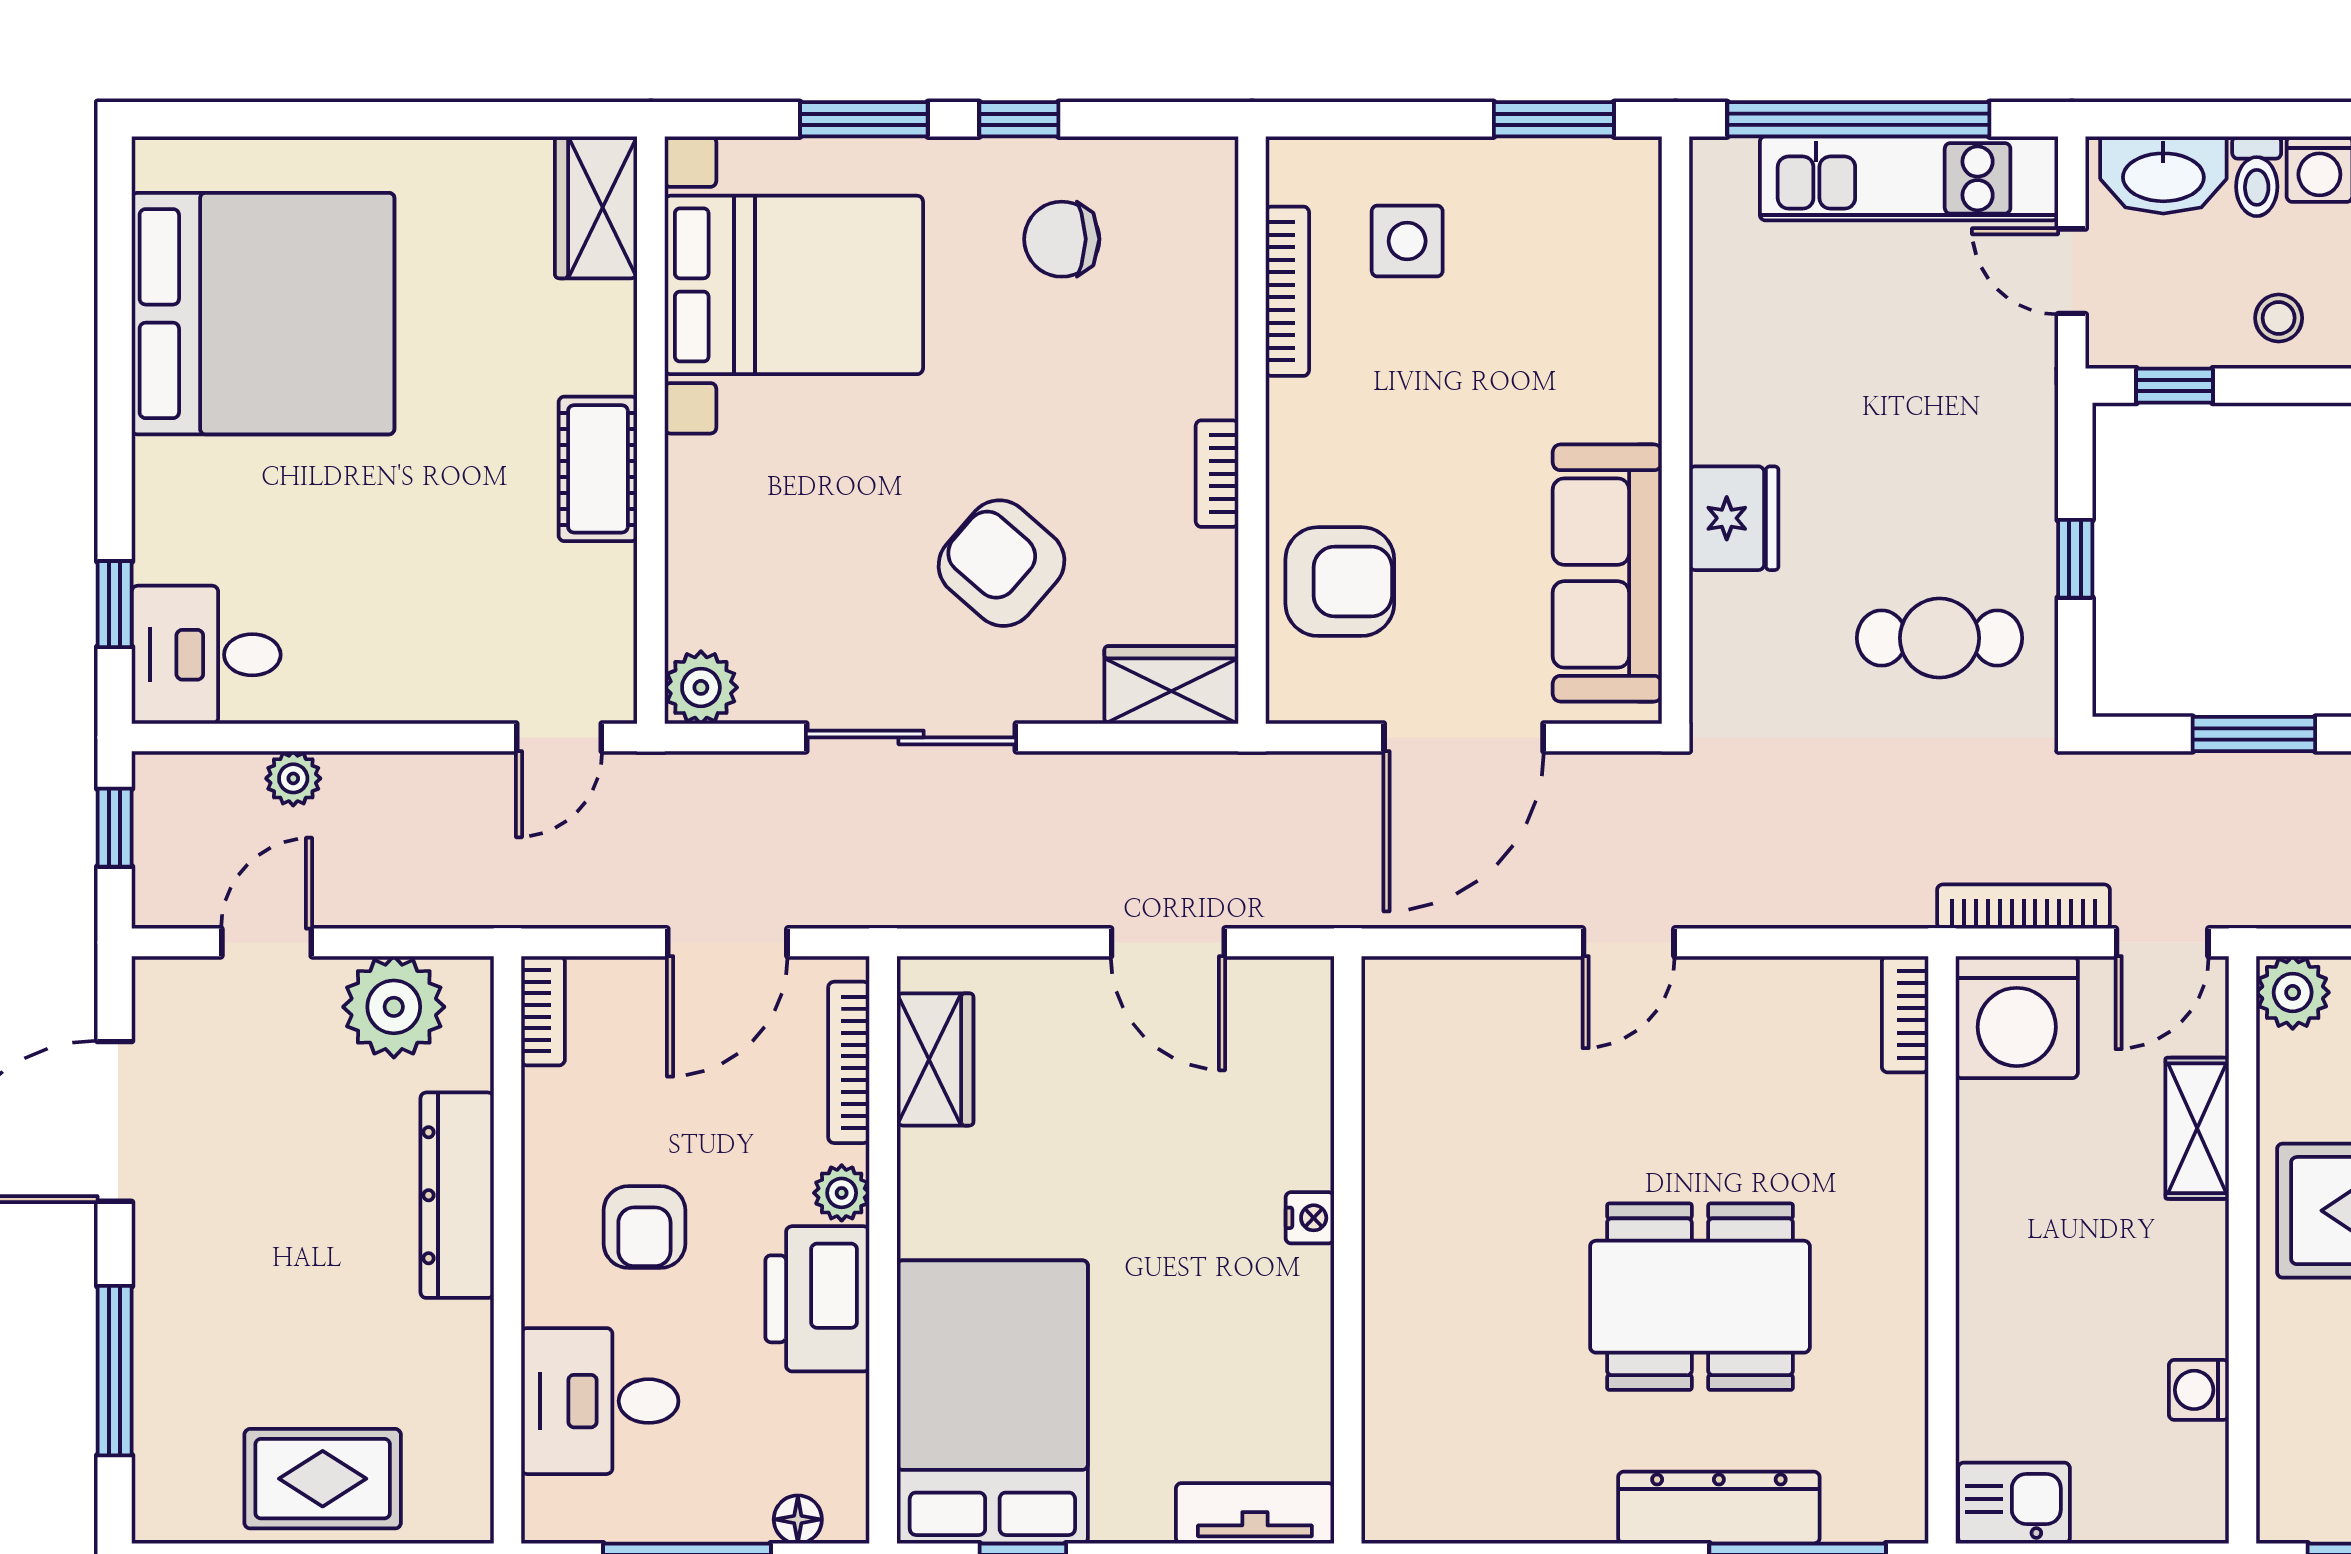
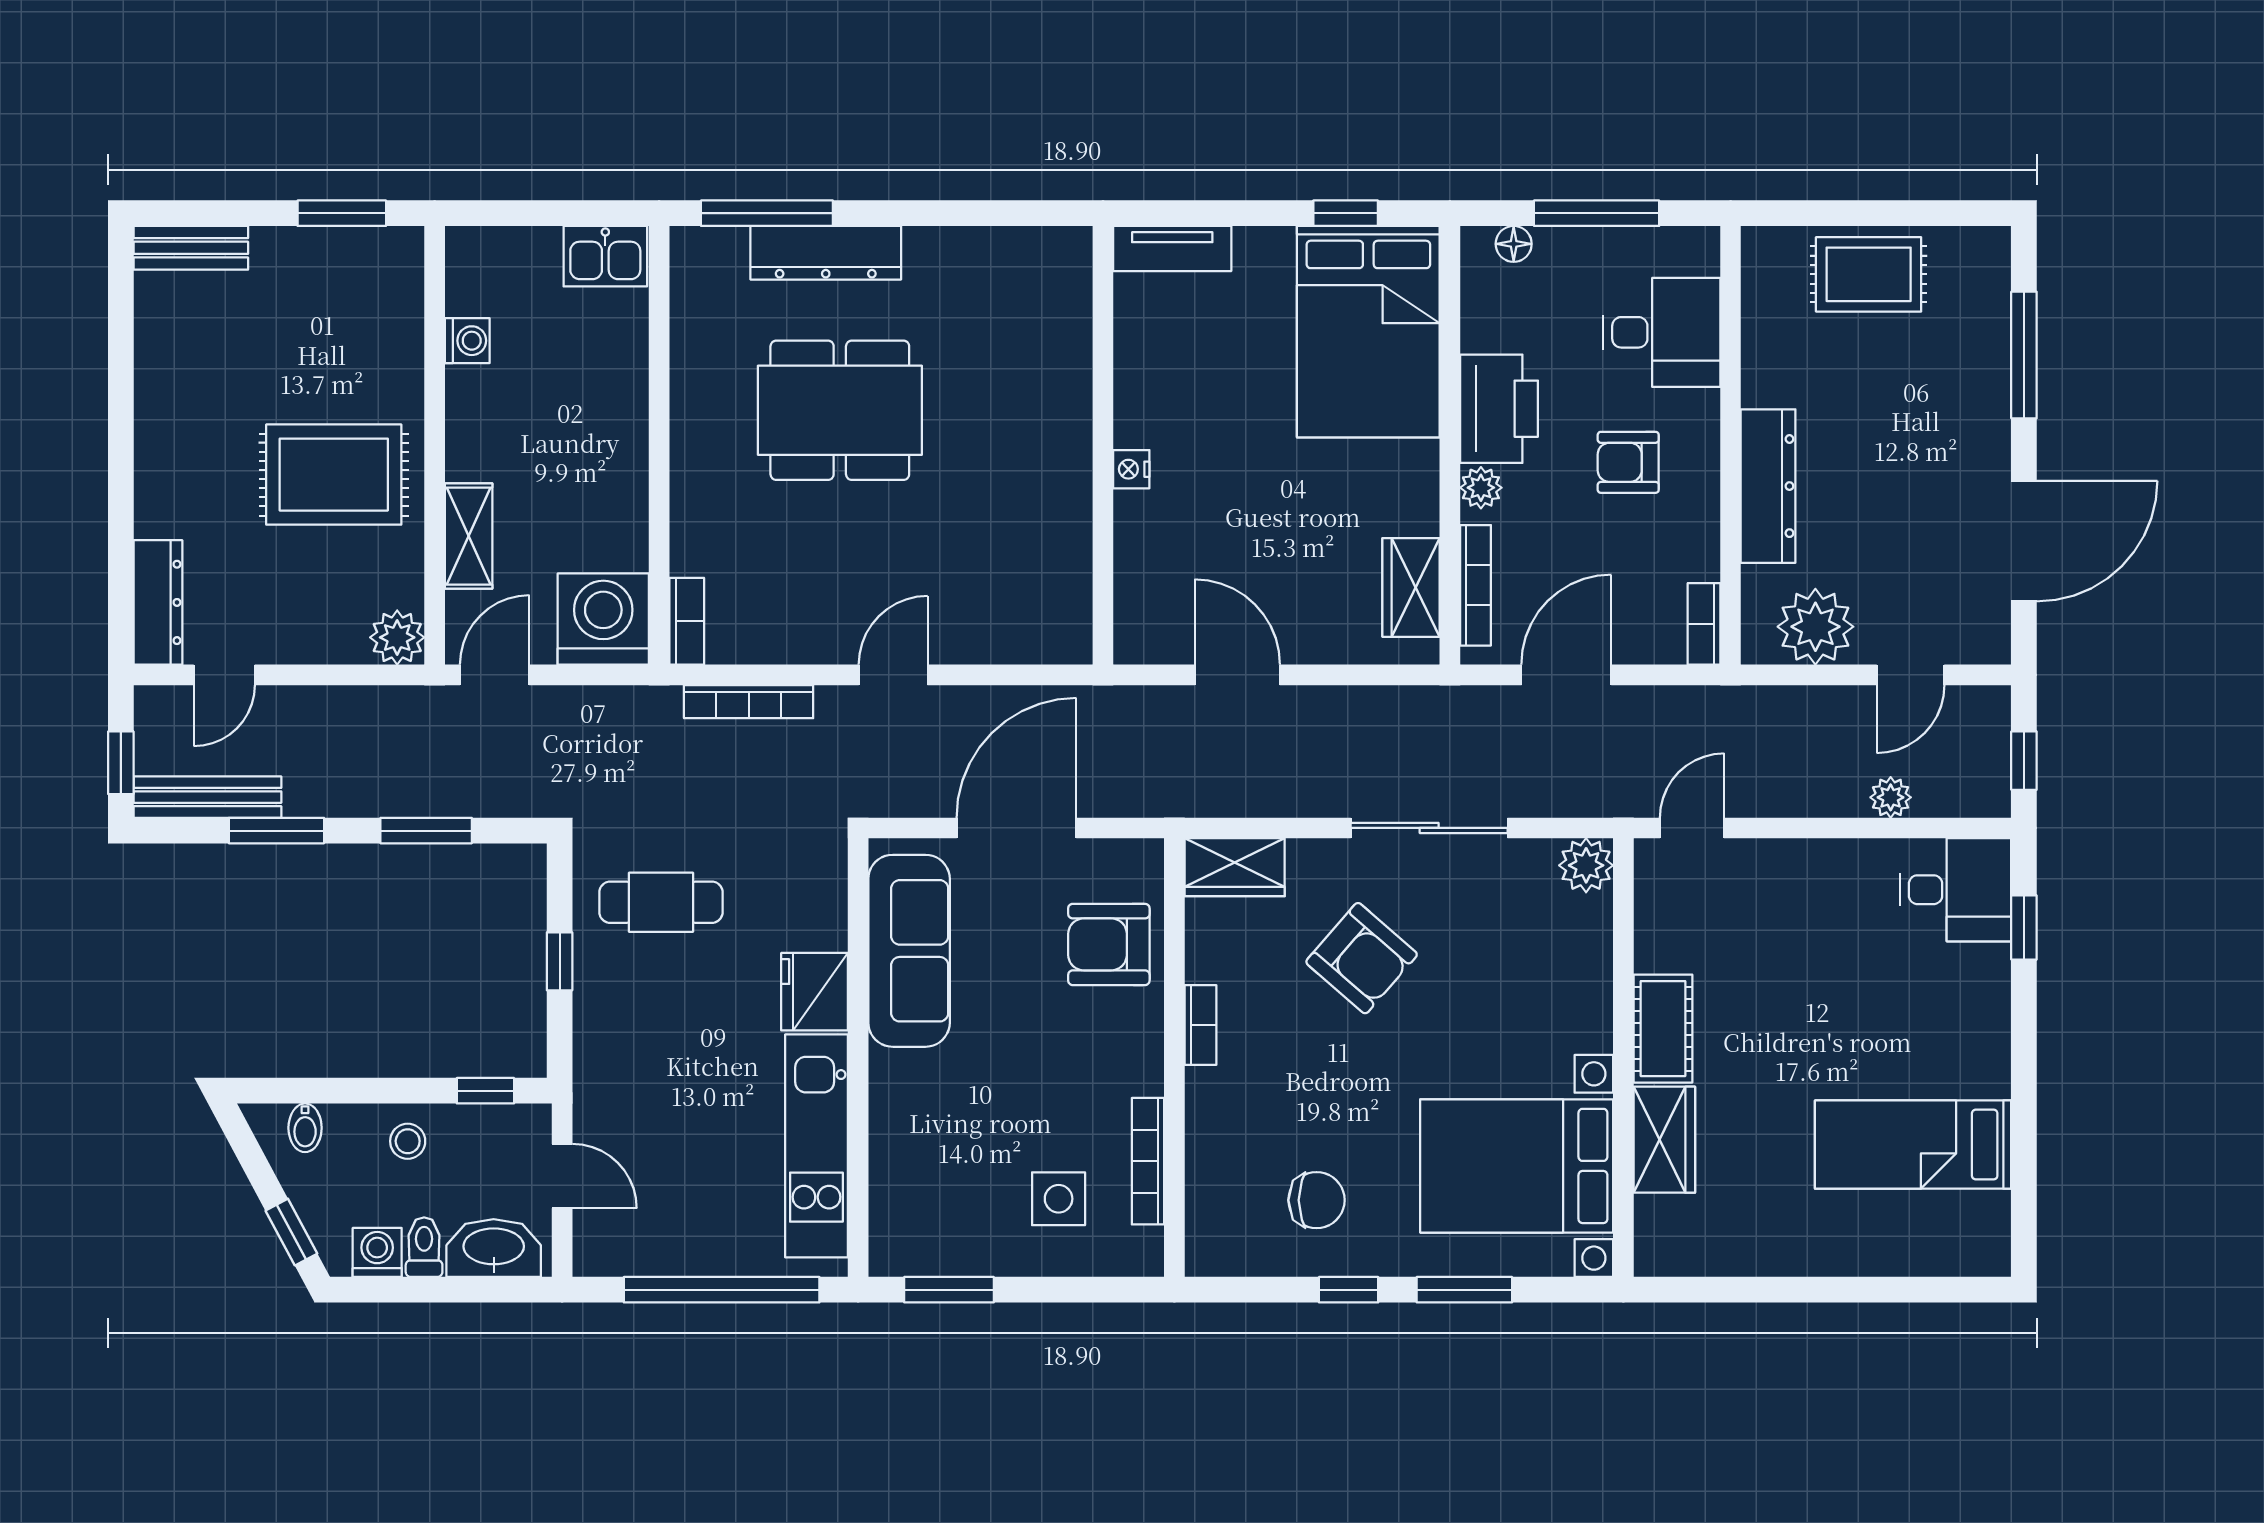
kitchen unit: (1909, 178) -> (816, 1146), moved, turned -90
wardrobe: (596, 207) -> (1664, 1140), moved
bed: (263, 314) -> (1913, 1145), width x0.49
bookcase: (2024, 907) -> (749, 702), moved
armchair: (644, 1227) -> (1628, 462), turned -90

